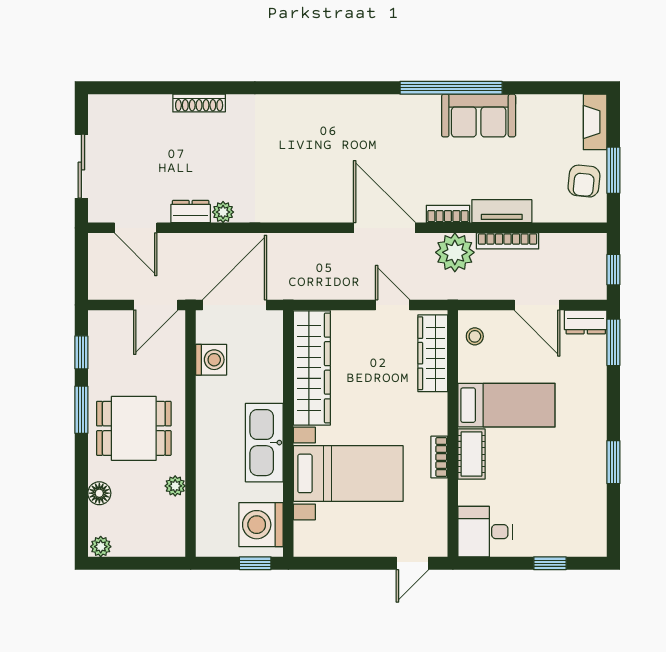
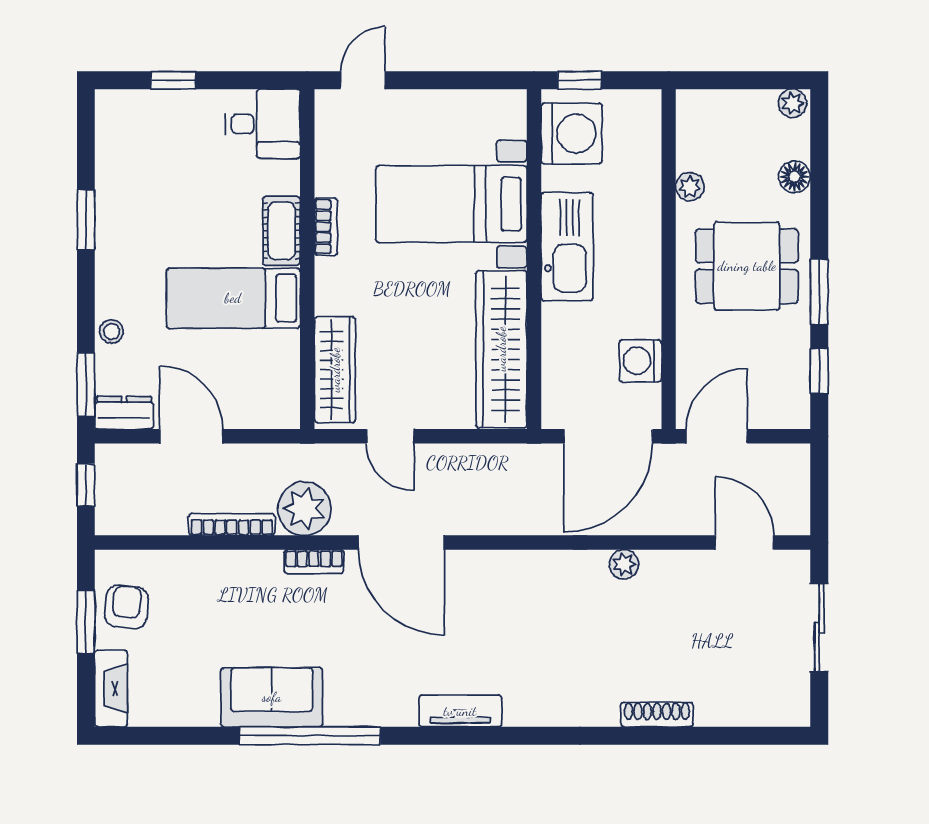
tv unit: (502, 211) -> (460, 711), moved, turned 180
dresser: (191, 212) -> (669, 565), removed
stool: (475, 336) -> (112, 332), moved

